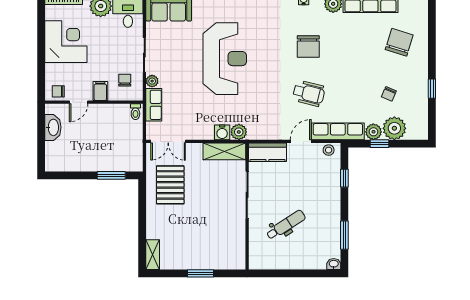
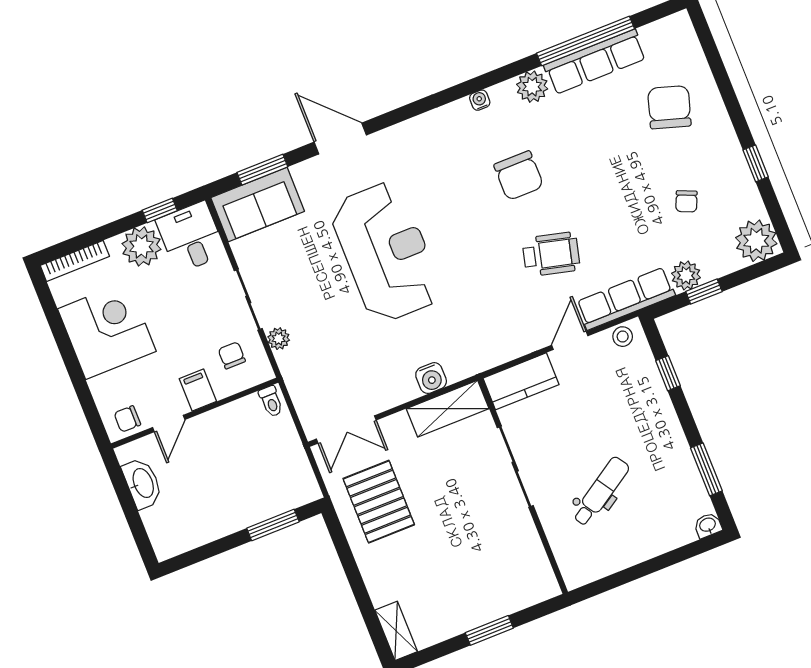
row of seats: (154, 105) -> (297, 377), removed
plant: (394, 128) -> (756, 241), moved
plant: (239, 132) -> (459, 366), removed

